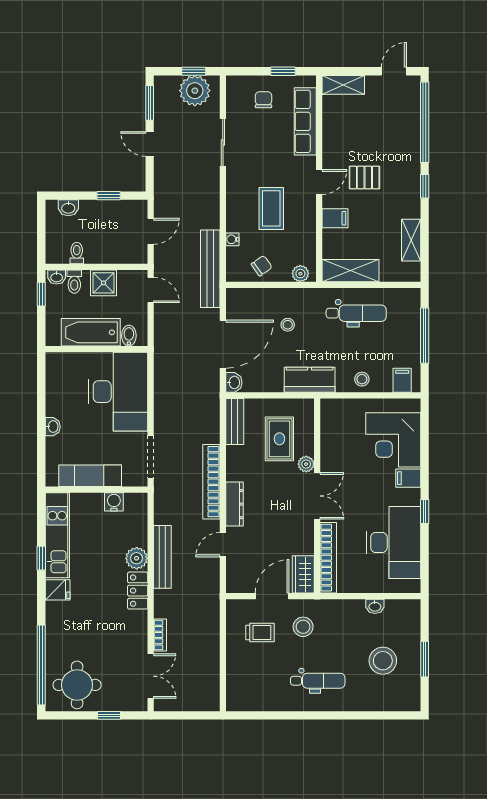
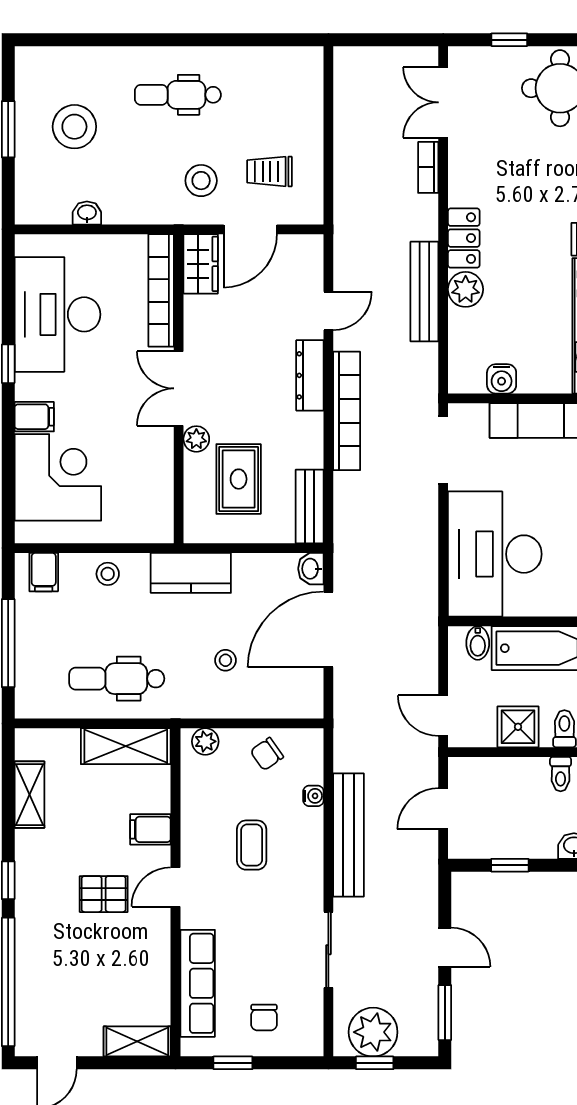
coffee table: (271, 208) -> (252, 845), width x0.73, depth x0.77
bench: (210, 269) -> (349, 835), moved

